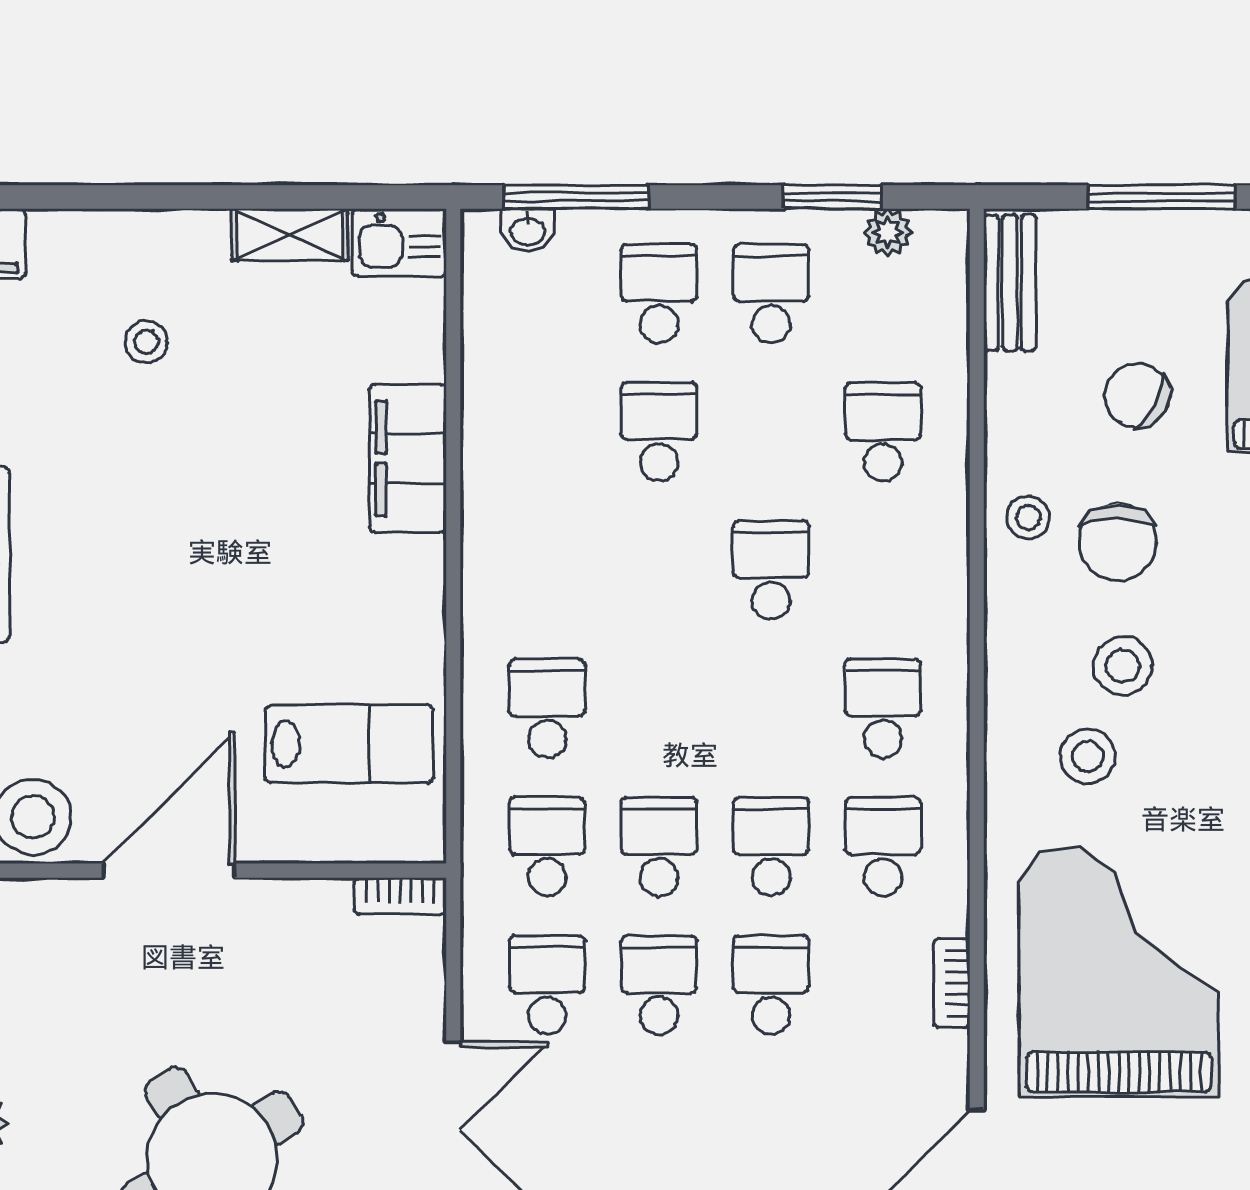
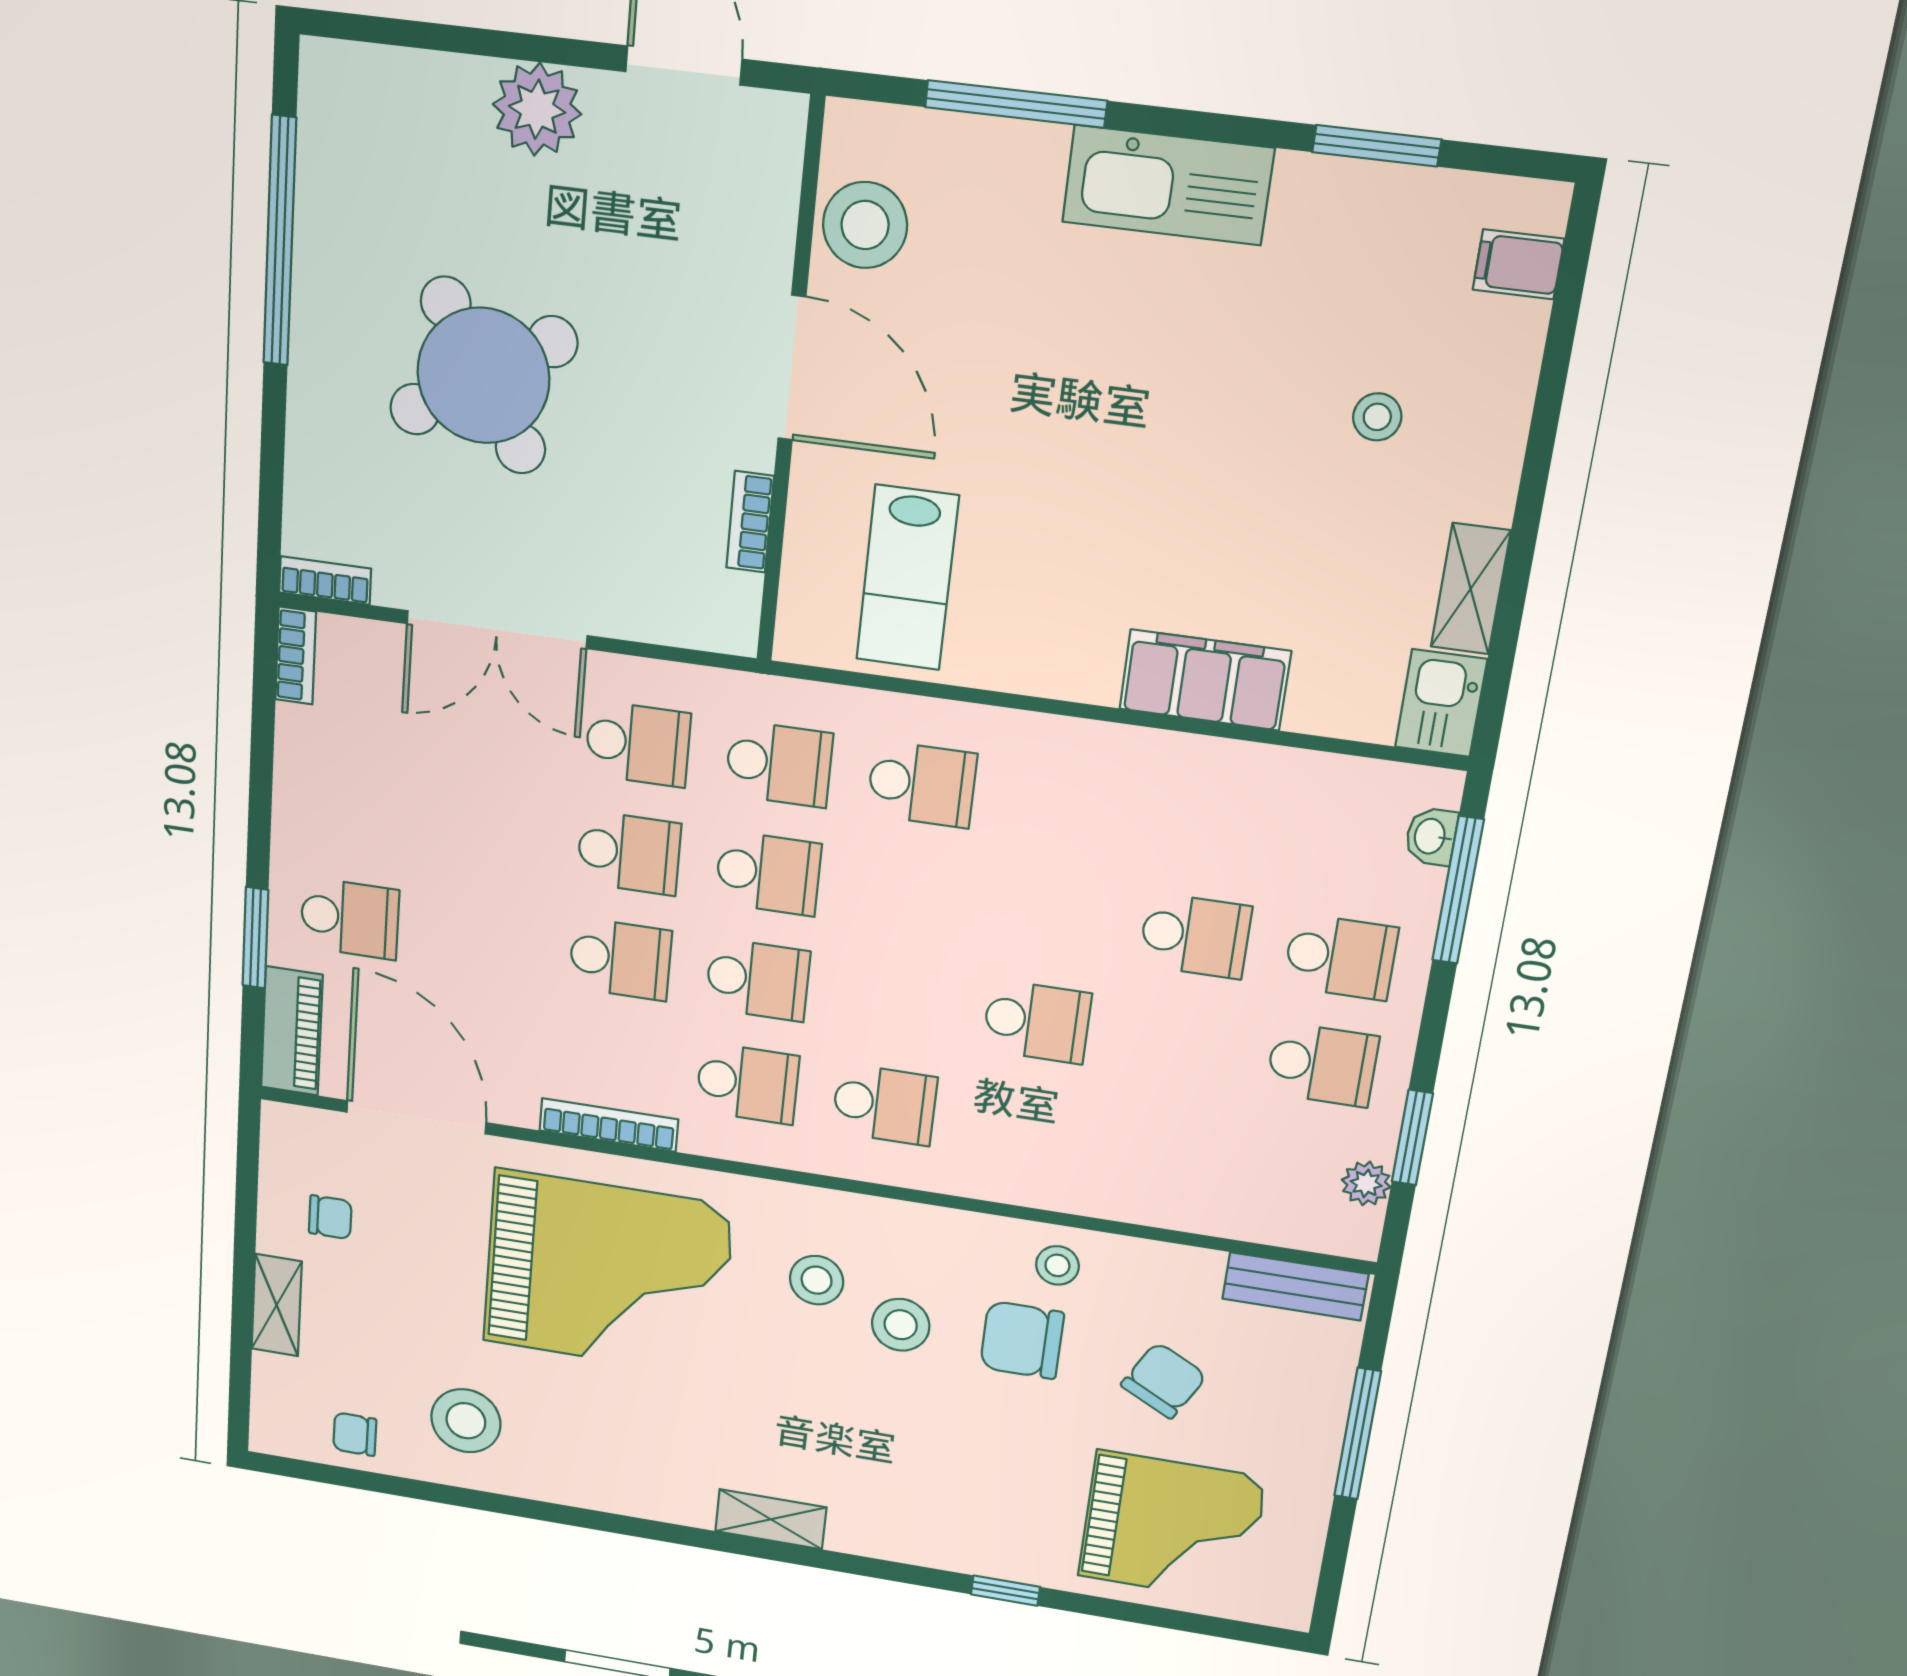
school desk: (883, 432) -> (1163, 1147), removed
bookcase: (400, 896) -> (750, 522), moved
bookcase: (952, 983) -> (609, 1125), width x1.56

